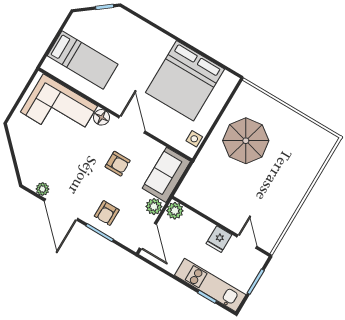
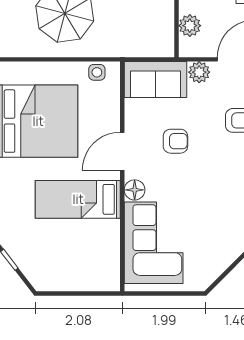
bed: (83, 60) -> (78, 199), moved, turned -90
armchair: (118, 164) -> (175, 141), turned 90
plant: (175, 211) -> (190, 26), moved

